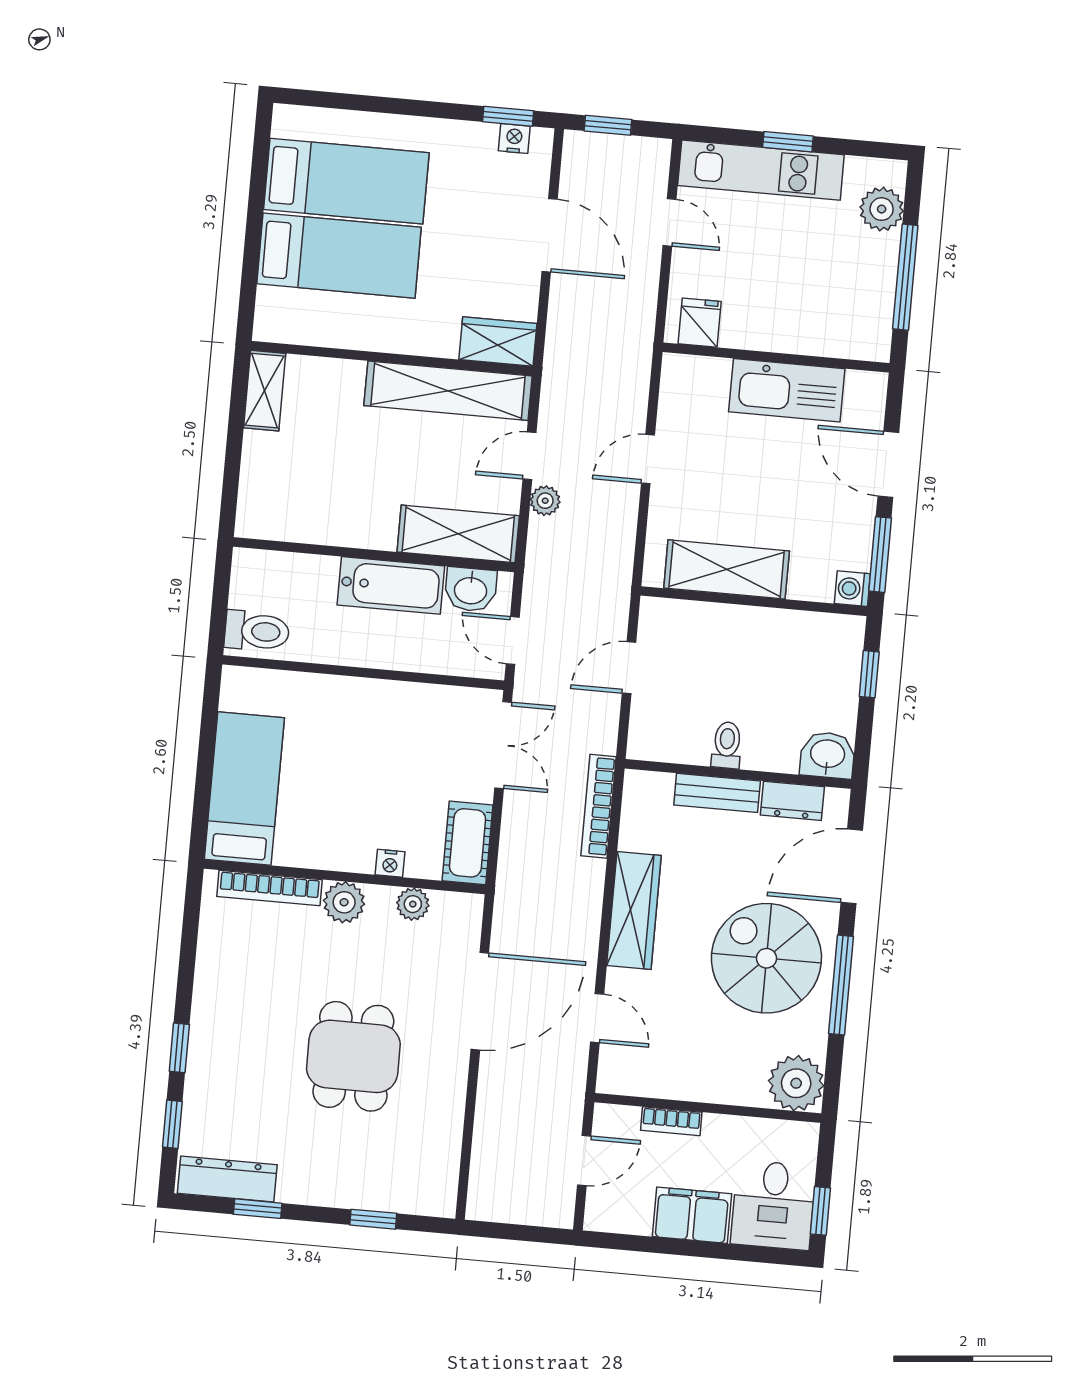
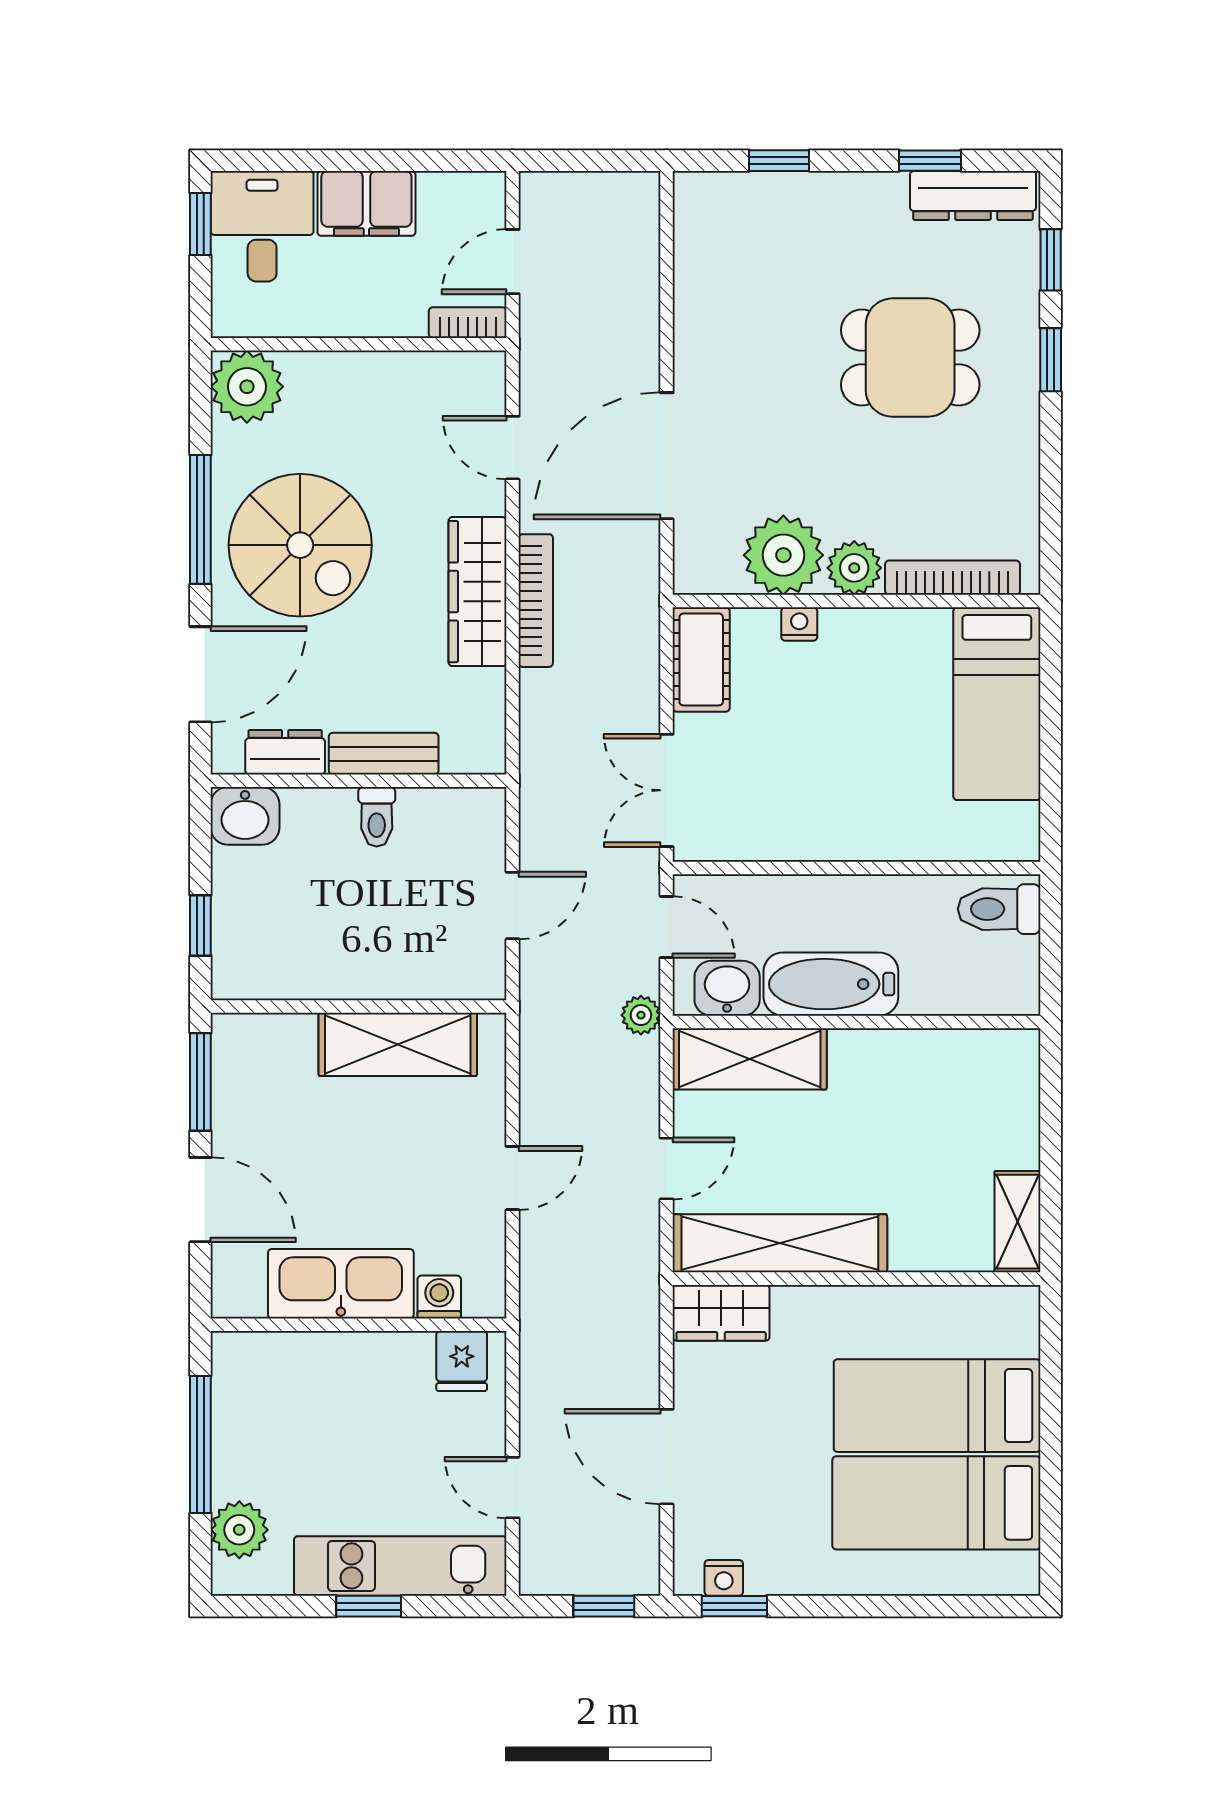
plant: (545, 501) -> (641, 1015), moved
washing machine: (852, 589) -> (439, 1297), moved, turned -90
bookcase: (599, 806) -> (536, 601), moved
plant: (413, 904) -> (783, 555), width x1.88, depth x1.88
dining table: (353, 1056) -> (910, 358), moved, turned 90
bookcase: (671, 1121) -> (468, 323), moved

